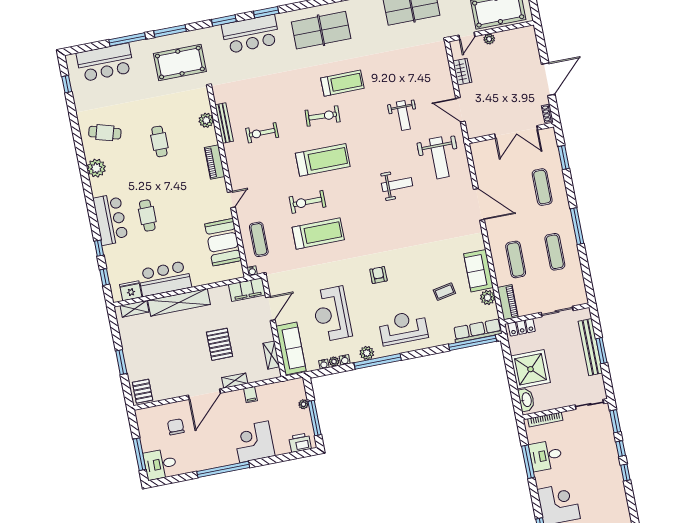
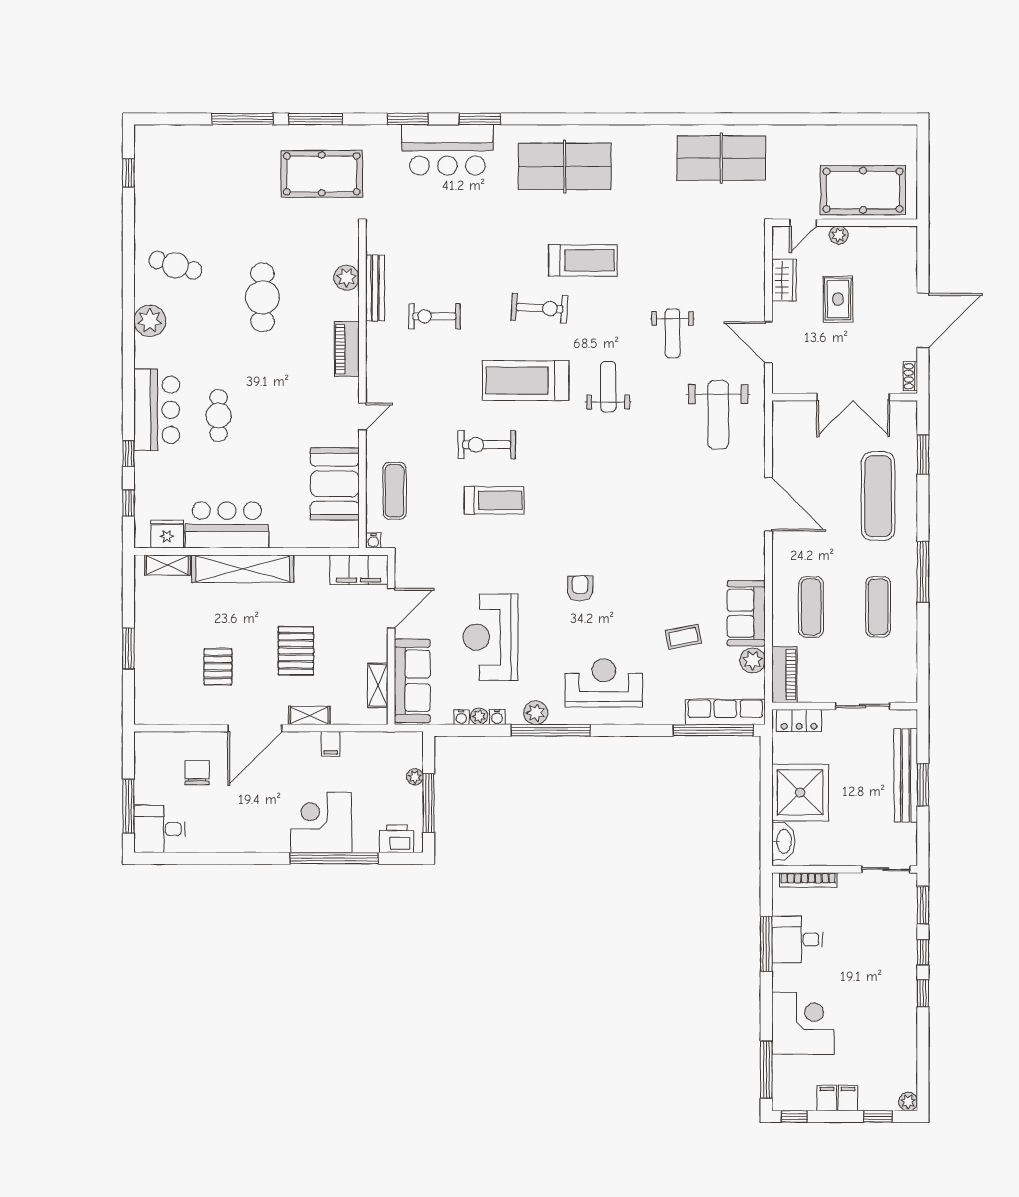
bar counter: (105, 62) -> (199, 150), removed
rug: (496, 77) -> (838, 299), added
cafe table: (159, 141) -> (262, 297), width x1.37, depth x1.35
treadmill: (323, 160) -> (526, 380), turned 180
weight bench: (397, 185) -> (608, 387), moved, turned -90
exercise mat: (542, 187) -> (878, 496), width x1.36, depth x1.45
treadmill: (318, 234) -> (494, 500), width x0.73, depth x0.73
pallet: (143, 391) -> (218, 667), moved
window: (223, 469) -> (334, 858), moved

